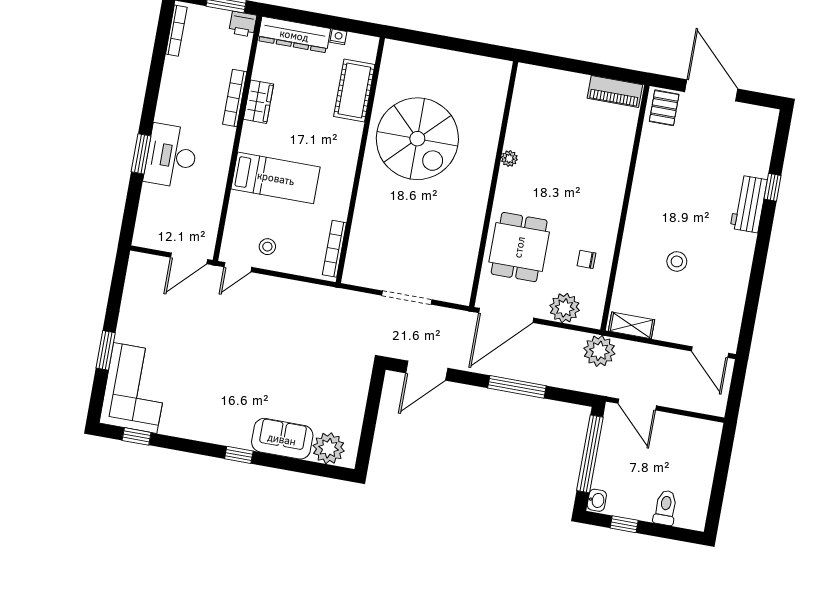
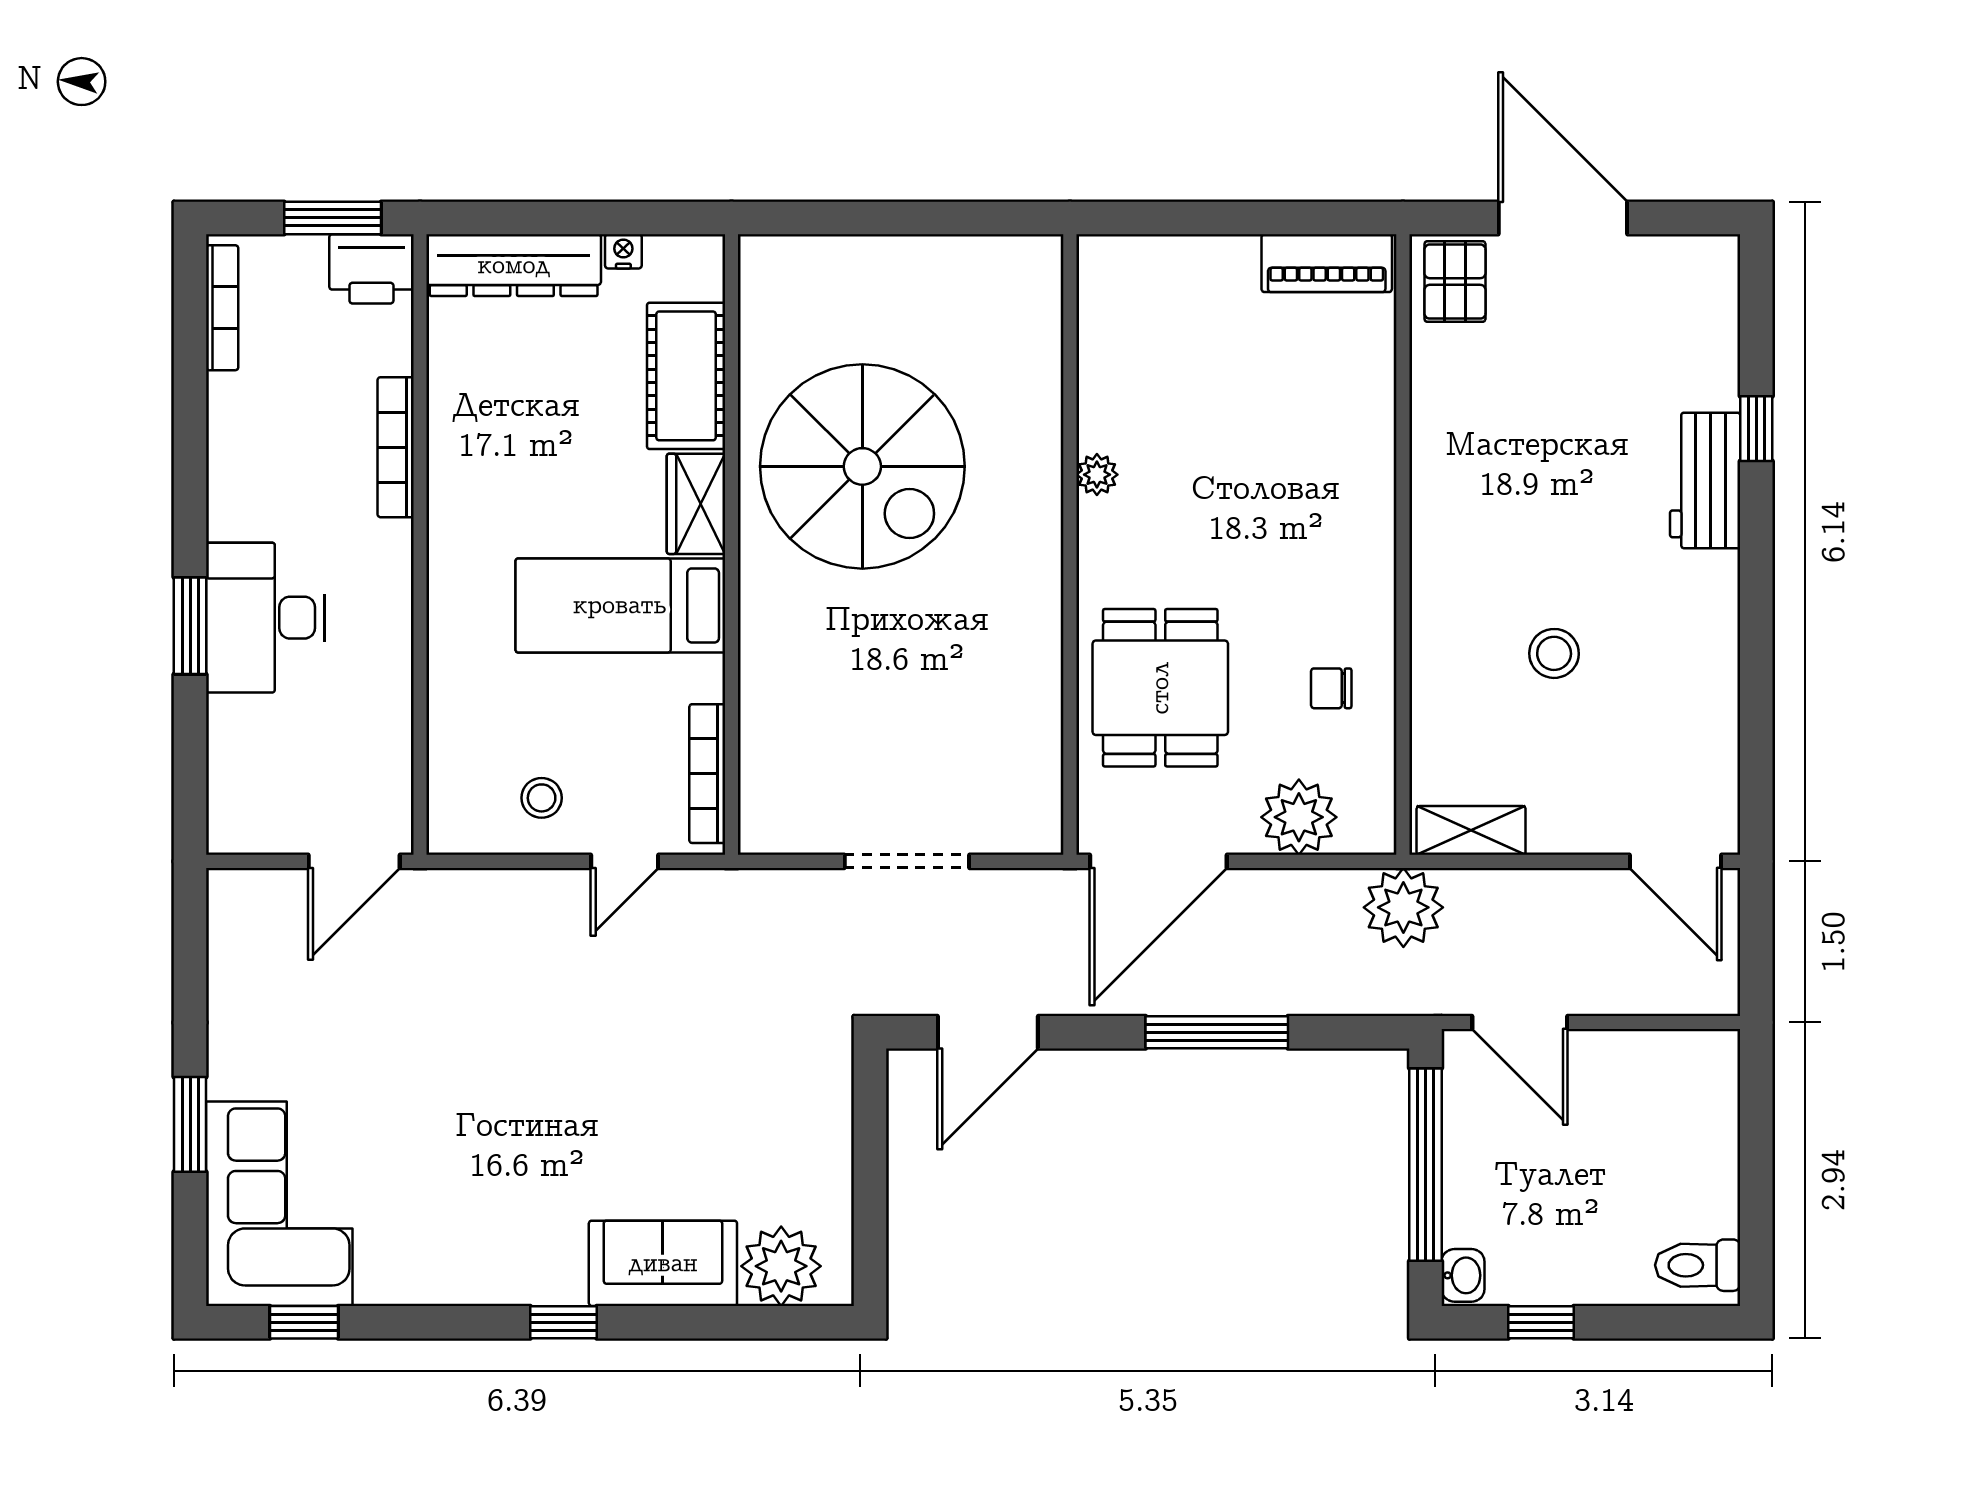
printer: (243, 24) -> (371, 269), width x1.36, depth x1.24
wardrobe: (258, 102) -> (696, 504), moved, turned 180
bed: (276, 178) -> (620, 605), moved, turned 180
door: (238, 267) -> (625, 861), moved
toilet: (665, 508) -> (1698, 1265), moved, turned -90

